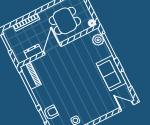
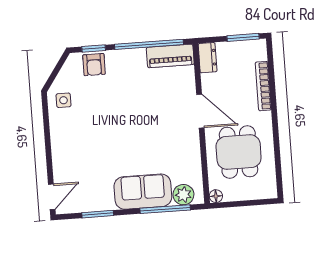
dresser: (33, 52) -> (208, 58), moved
sofa: (111, 73) -> (143, 192), moved

